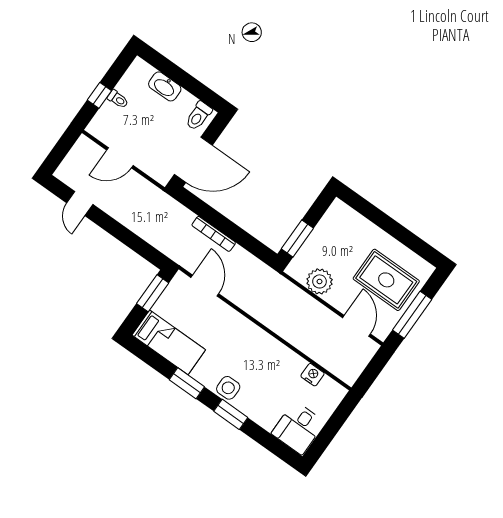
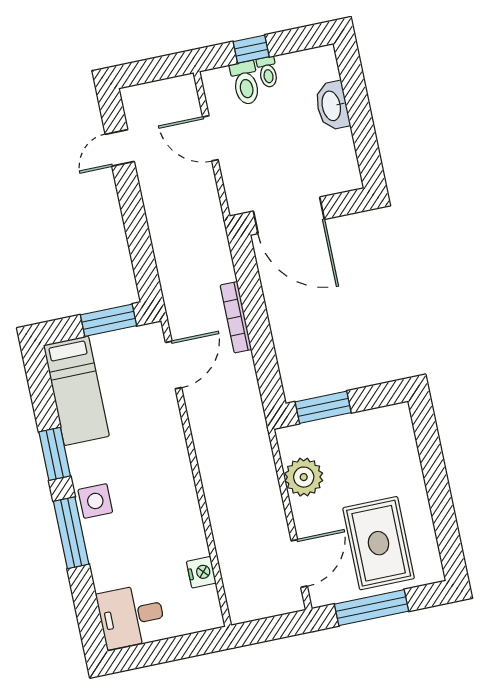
toilet: (199, 116) -> (245, 83), moved, turned -90
window: (231, 414) -> (71, 533), width x1.44

